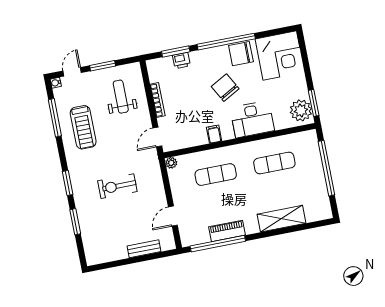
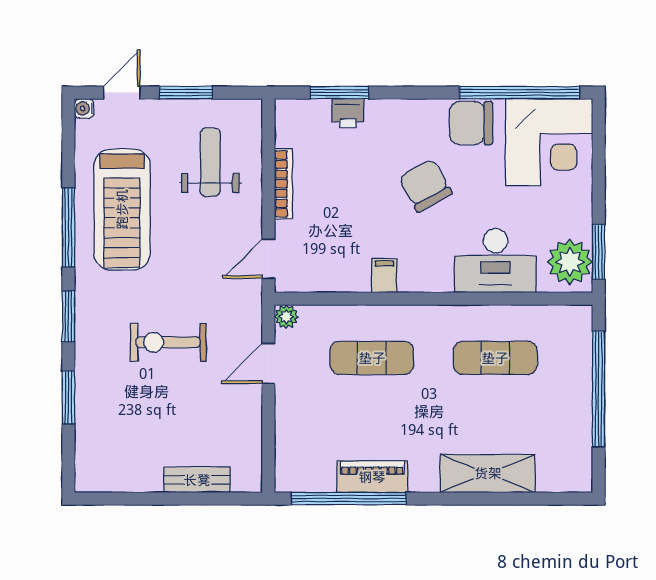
window: (226, 42) -> (520, 93), moved
window: (55, 118) -> (68, 227), moved
desk: (252, 119) -> (495, 260), moved
treadmill: (83, 127) -> (122, 209), width x1.37, depth x1.38
door: (173, 216) -> (268, 363), moved

